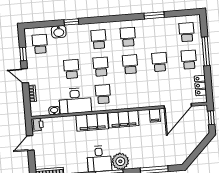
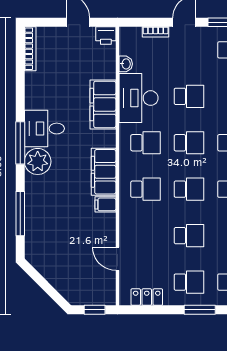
window: (206, 51) -> (200, 310), width x0.69
school desk: (132, 92) -> (145, 189), added
door: (178, 106) -> (117, 259), width x0.53
filing cabinet: (155, 115) -> (105, 204), moved
filing cabinet: (92, 122) -> (103, 104), moved

